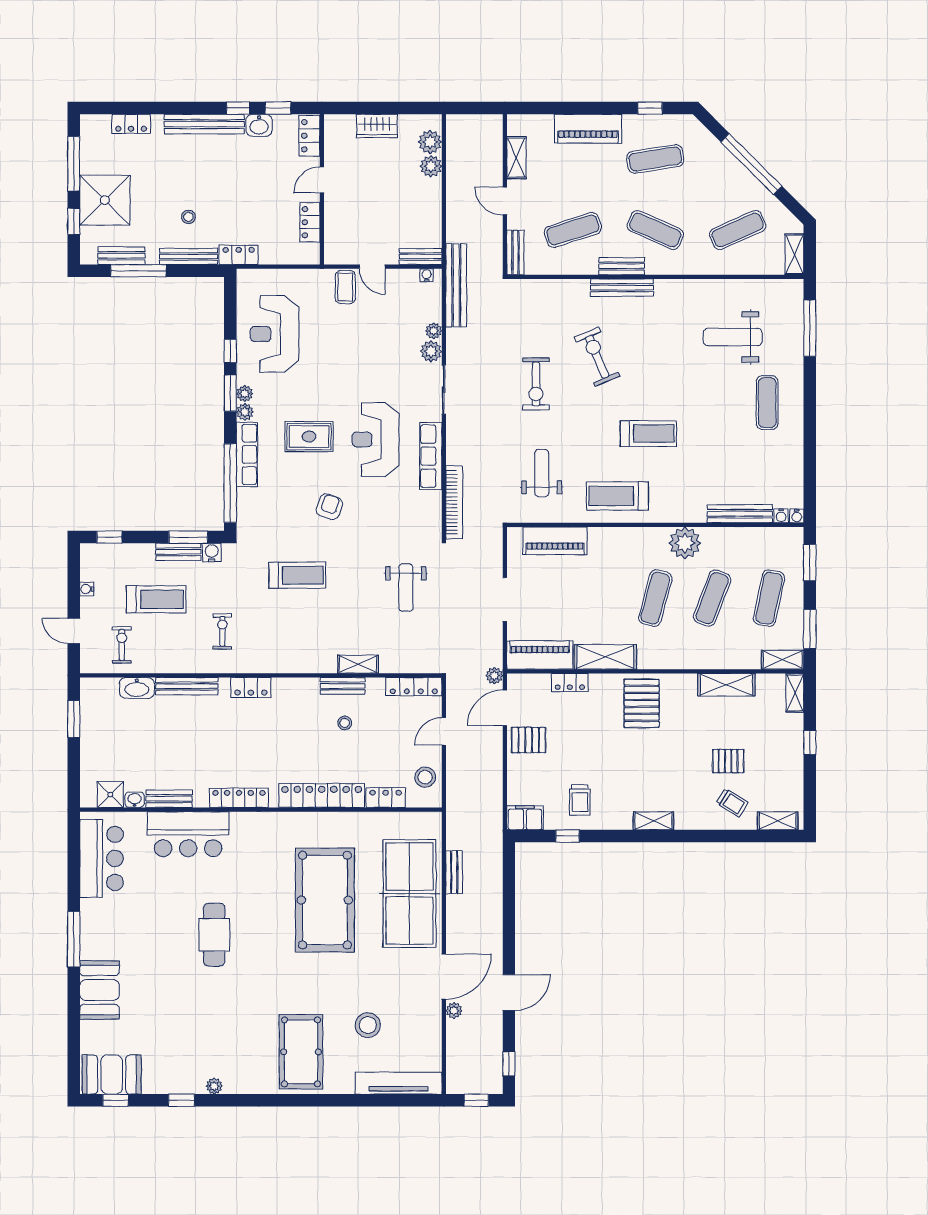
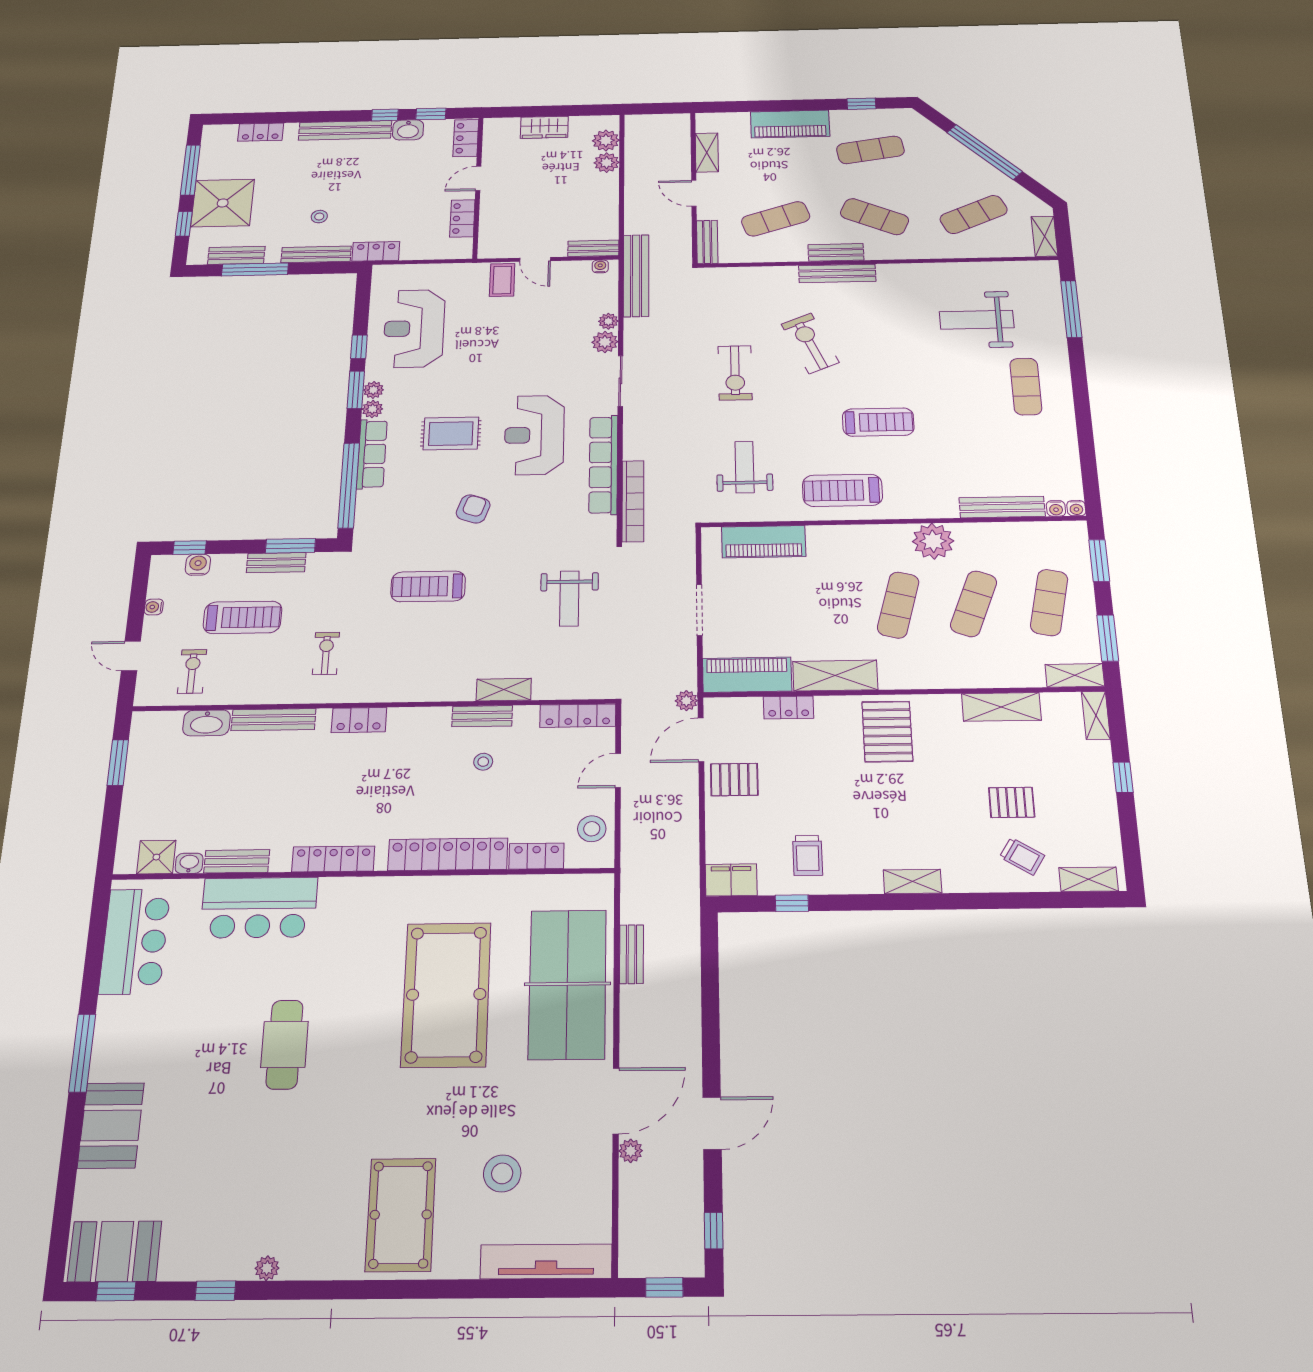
row of seats: (431, 456) -> (603, 465), width x1.36
water cooler: (212, 552) -> (198, 565), moved
treadmill: (297, 575) -> (428, 586), turned 180

